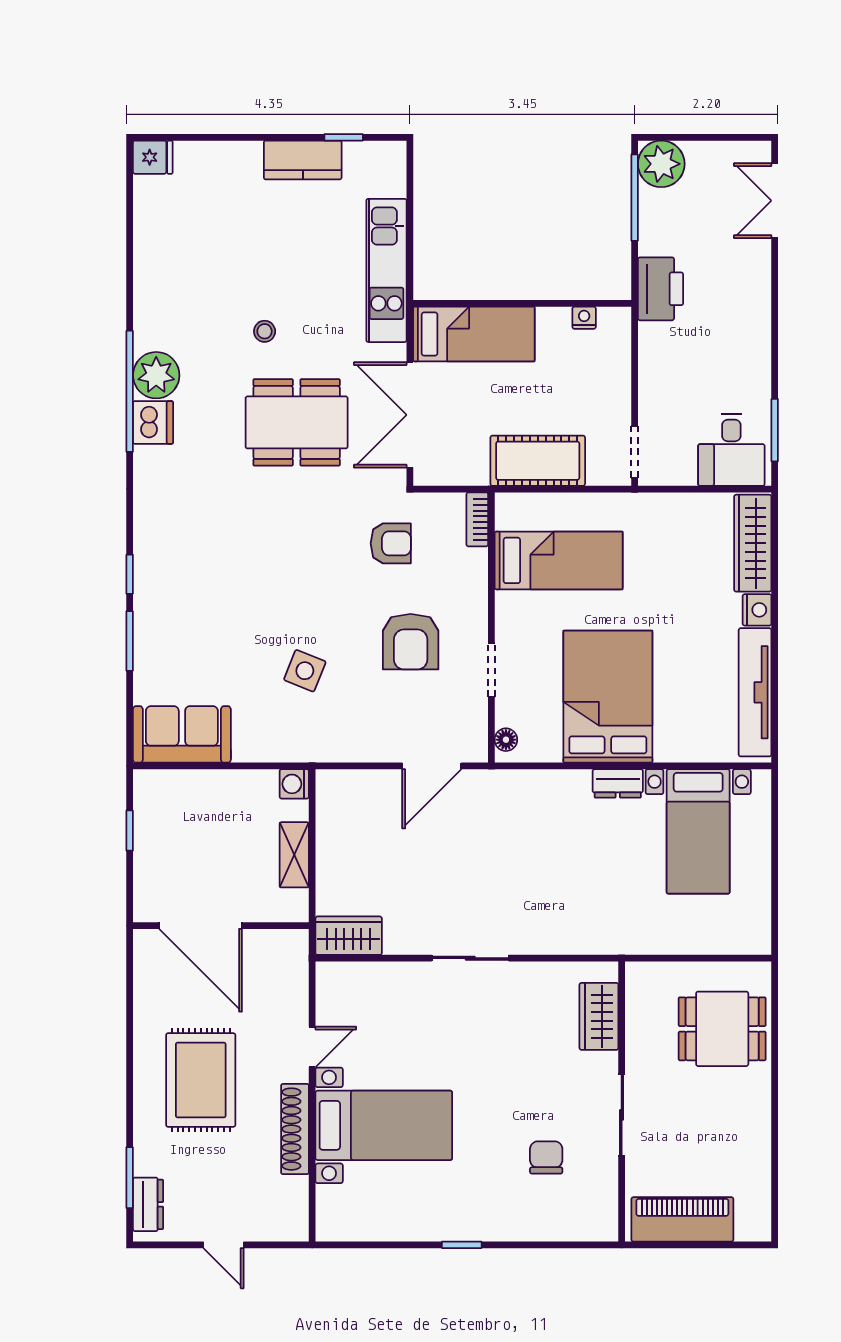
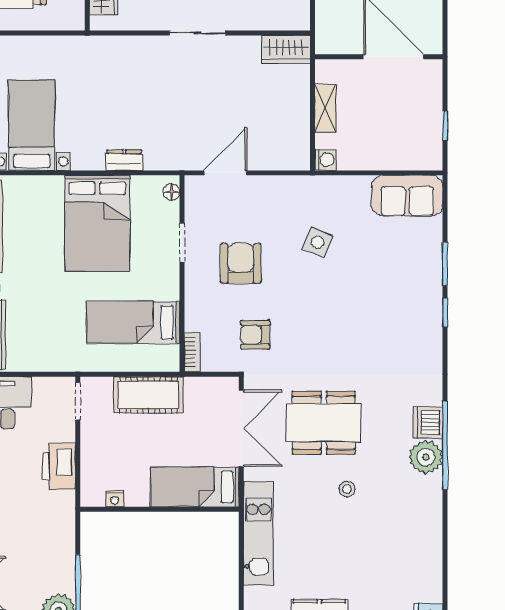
printer: (661, 289) -> (59, 466), moved
dresser: (618, 783) -> (124, 160), moved

